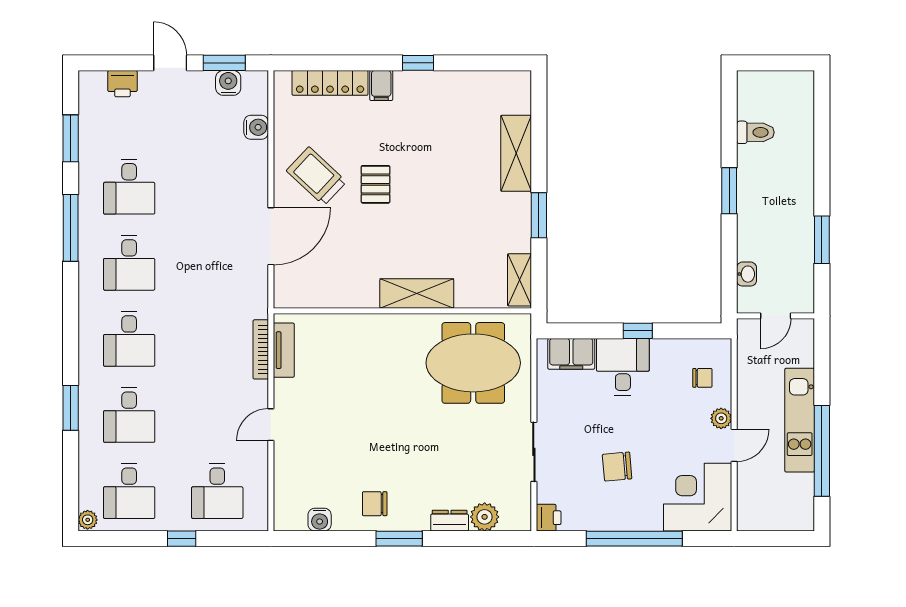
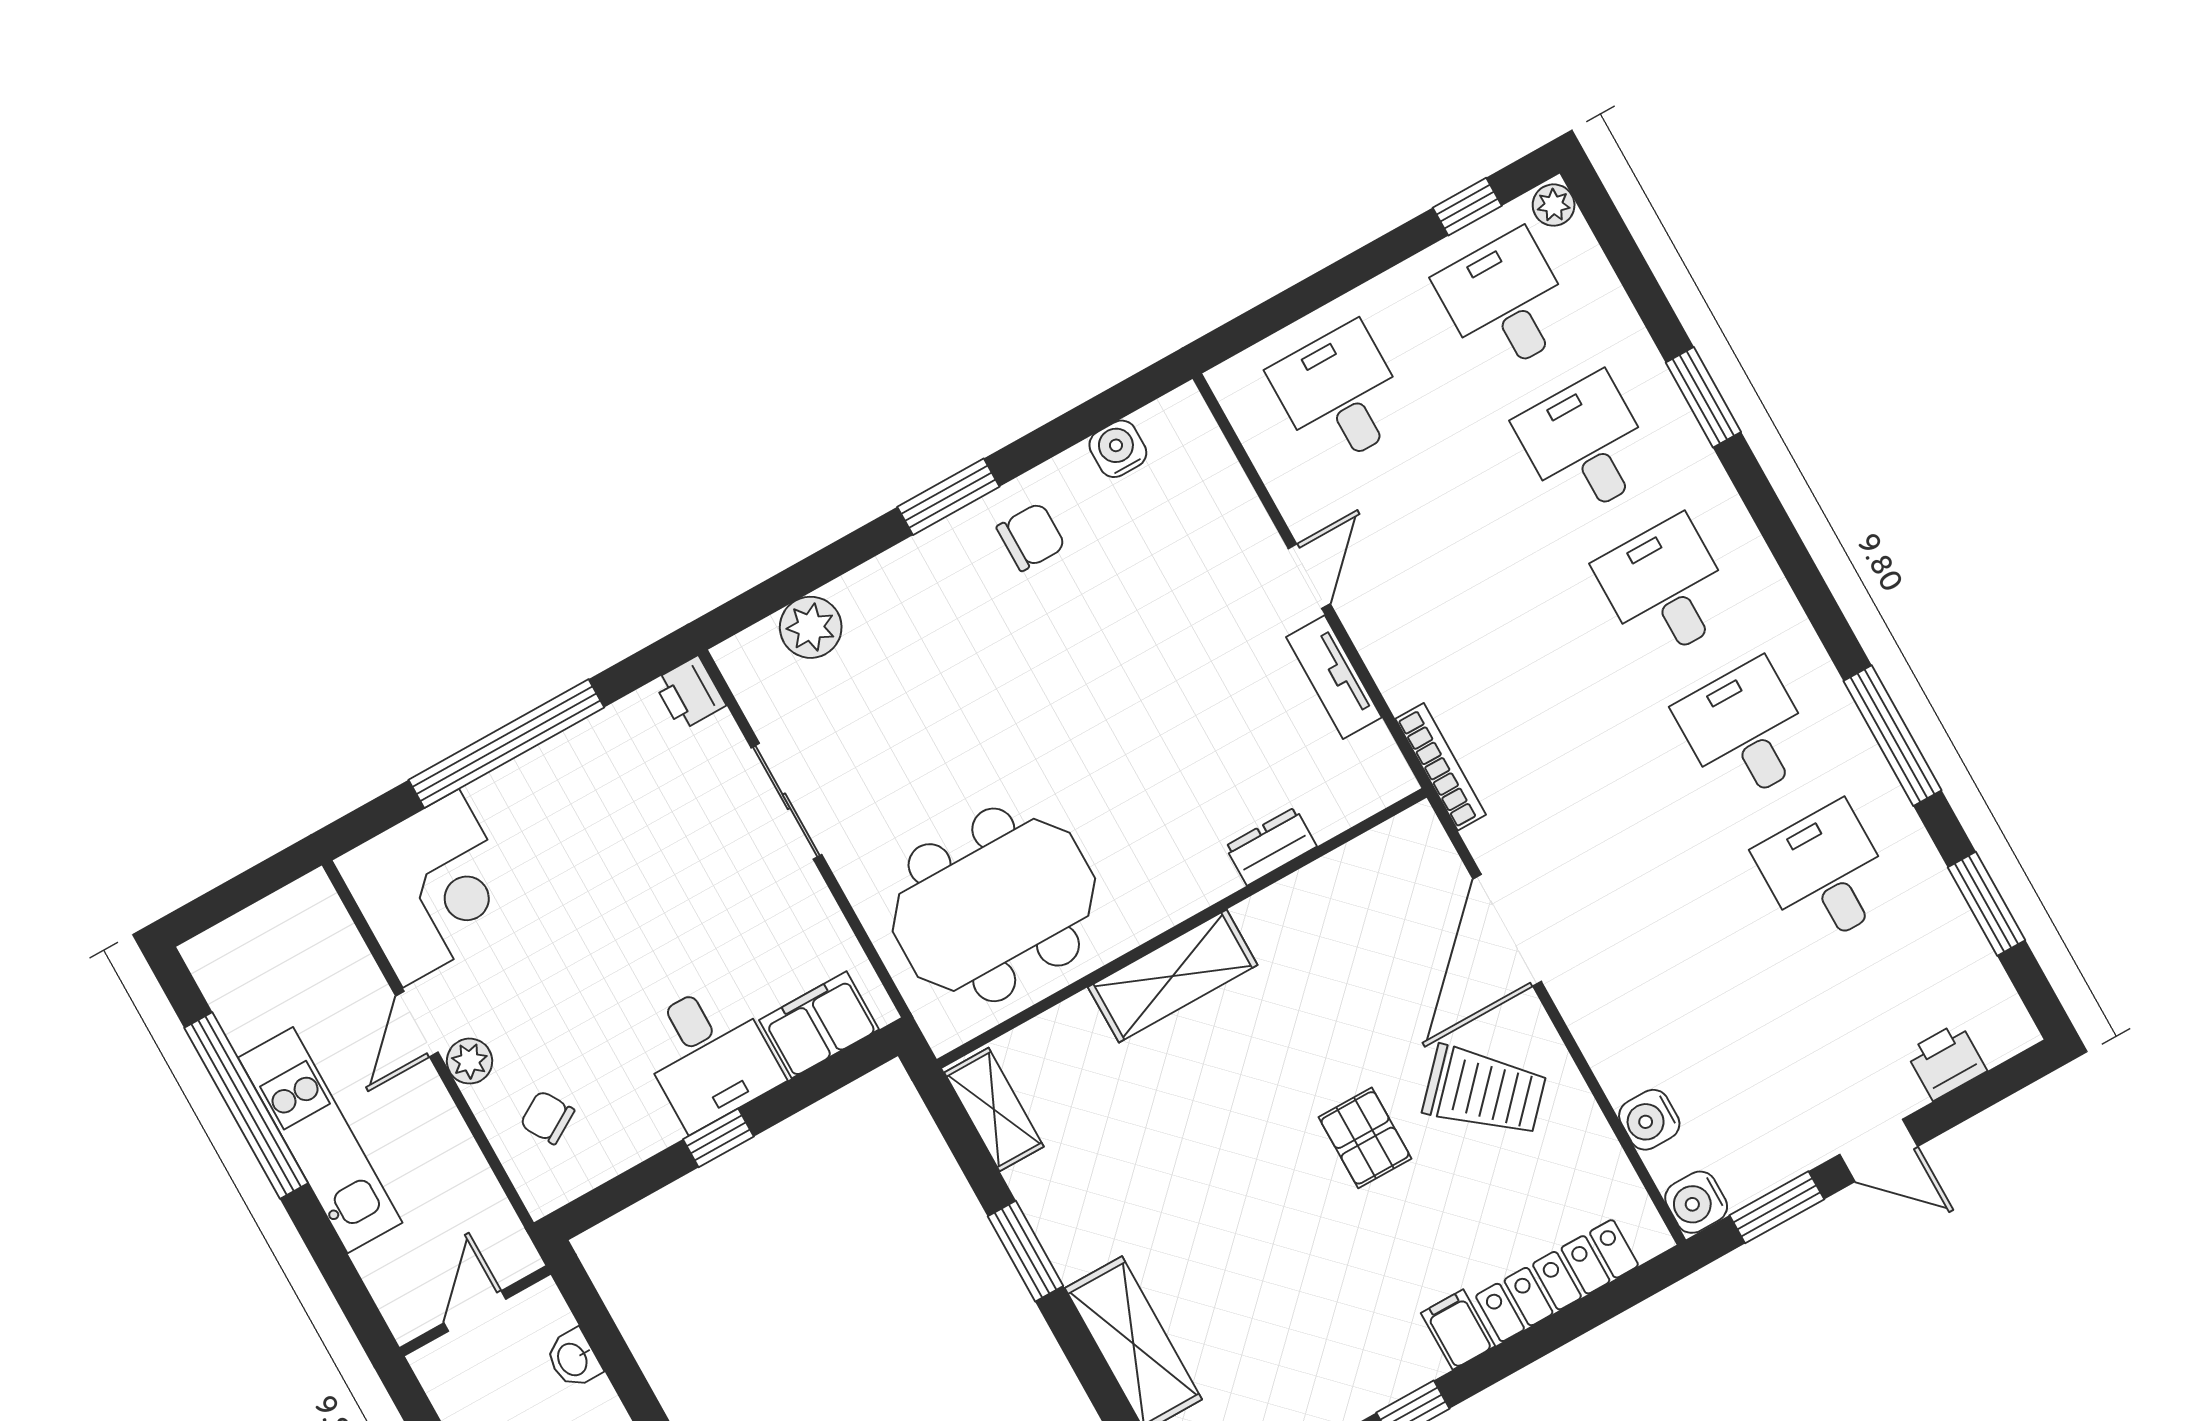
water cooler: (228, 83) -> (1696, 1202), moved, turned 90
bookcase: (261, 349) -> (1441, 767), moved
tv unit: (284, 350) -> (1334, 677), moved
chair: (702, 378) -> (547, 1117), turned 59
chair: (617, 467) -> (614, 861), removed
dresser: (450, 521) -> (1271, 846), moved, turned 180
window: (182, 539) -> (1467, 207), moved

